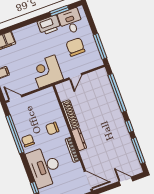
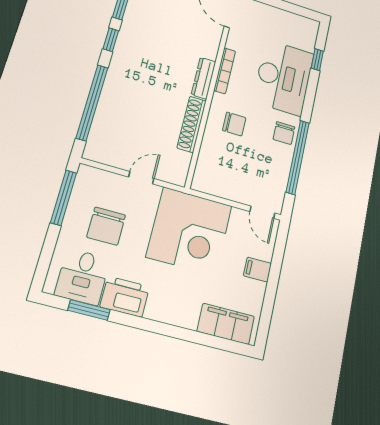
corner desk: (47, 71) -> (189, 231), width x1.36, depth x1.36

